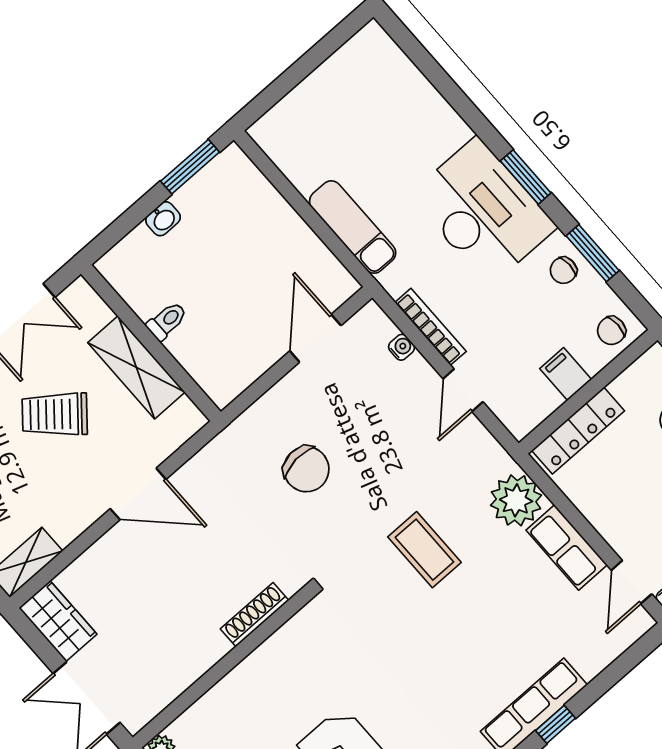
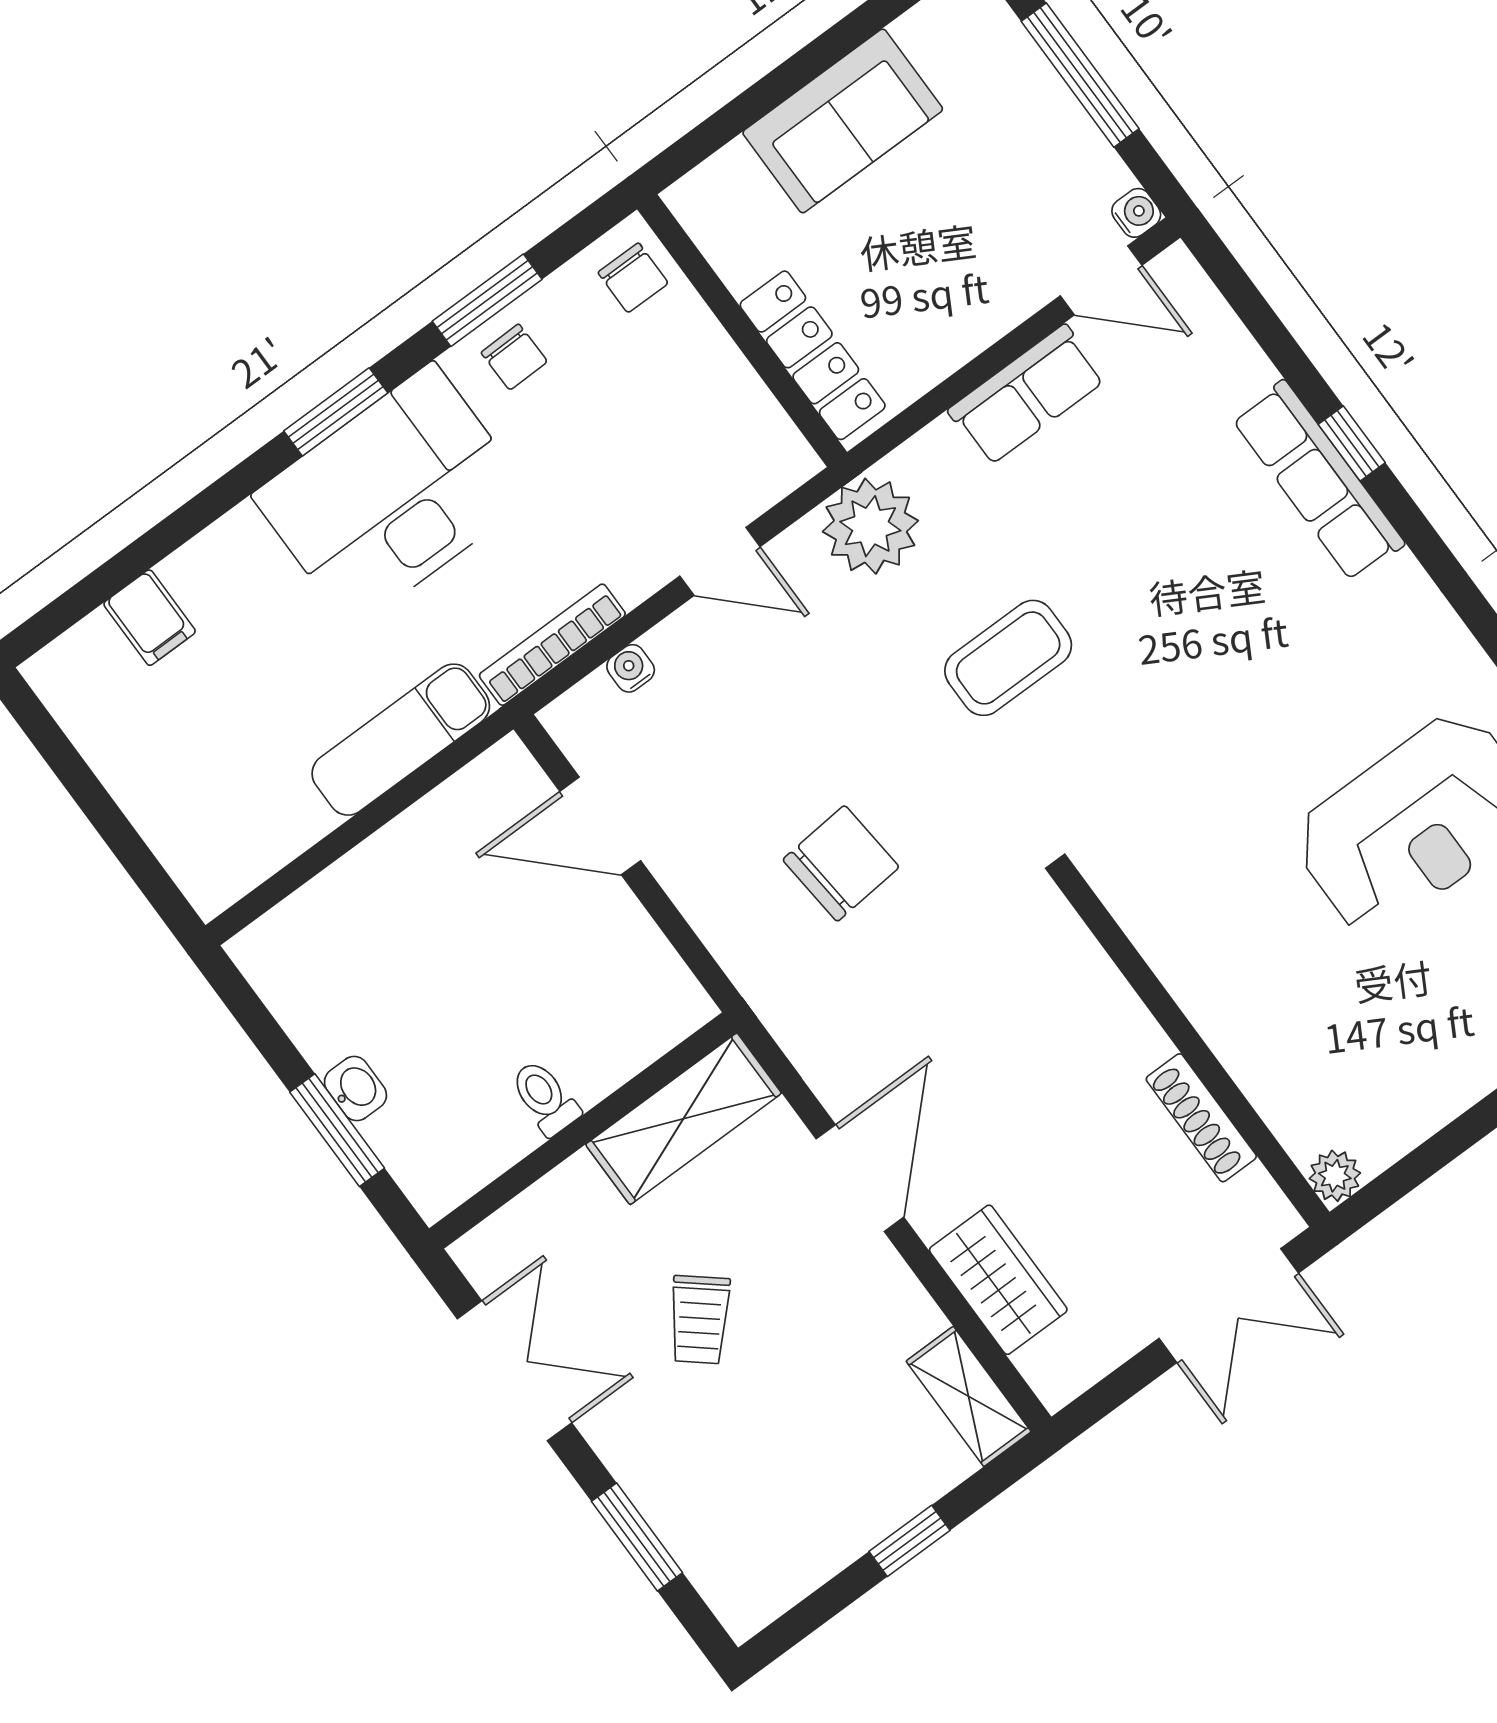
window: (190, 167) -> (337, 1130), moved
bookcase: (431, 327) -> (552, 645), moved
shelving: (136, 367) -> (683, 1119), moved
filing cabinet: (566, 374) -> (150, 618), moved, turned -90
trolley: (55, 414) -> (700, 1320), width x0.73, depth x0.72
plant: (516, 500) -> (870, 526), moved
shoe rack: (255, 615) -> (1201, 1118), moved
wardrobe: (58, 621) -> (998, 1280), moved, turned 90

